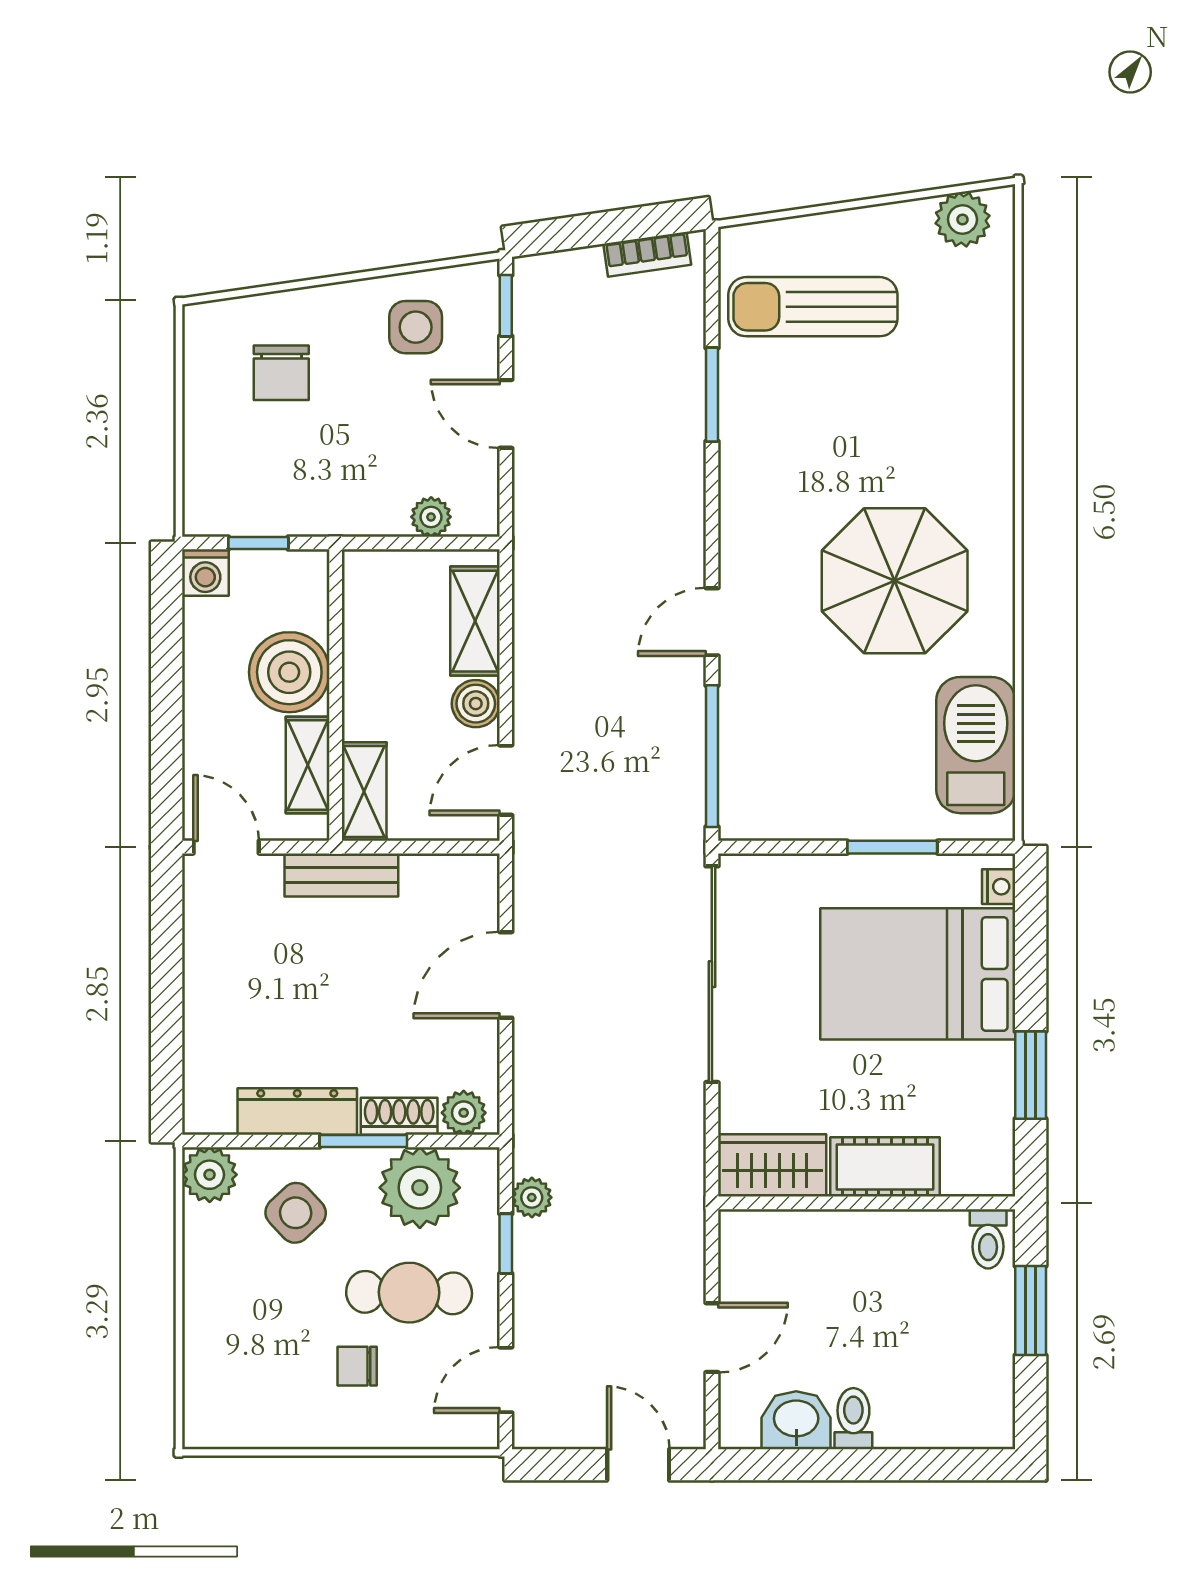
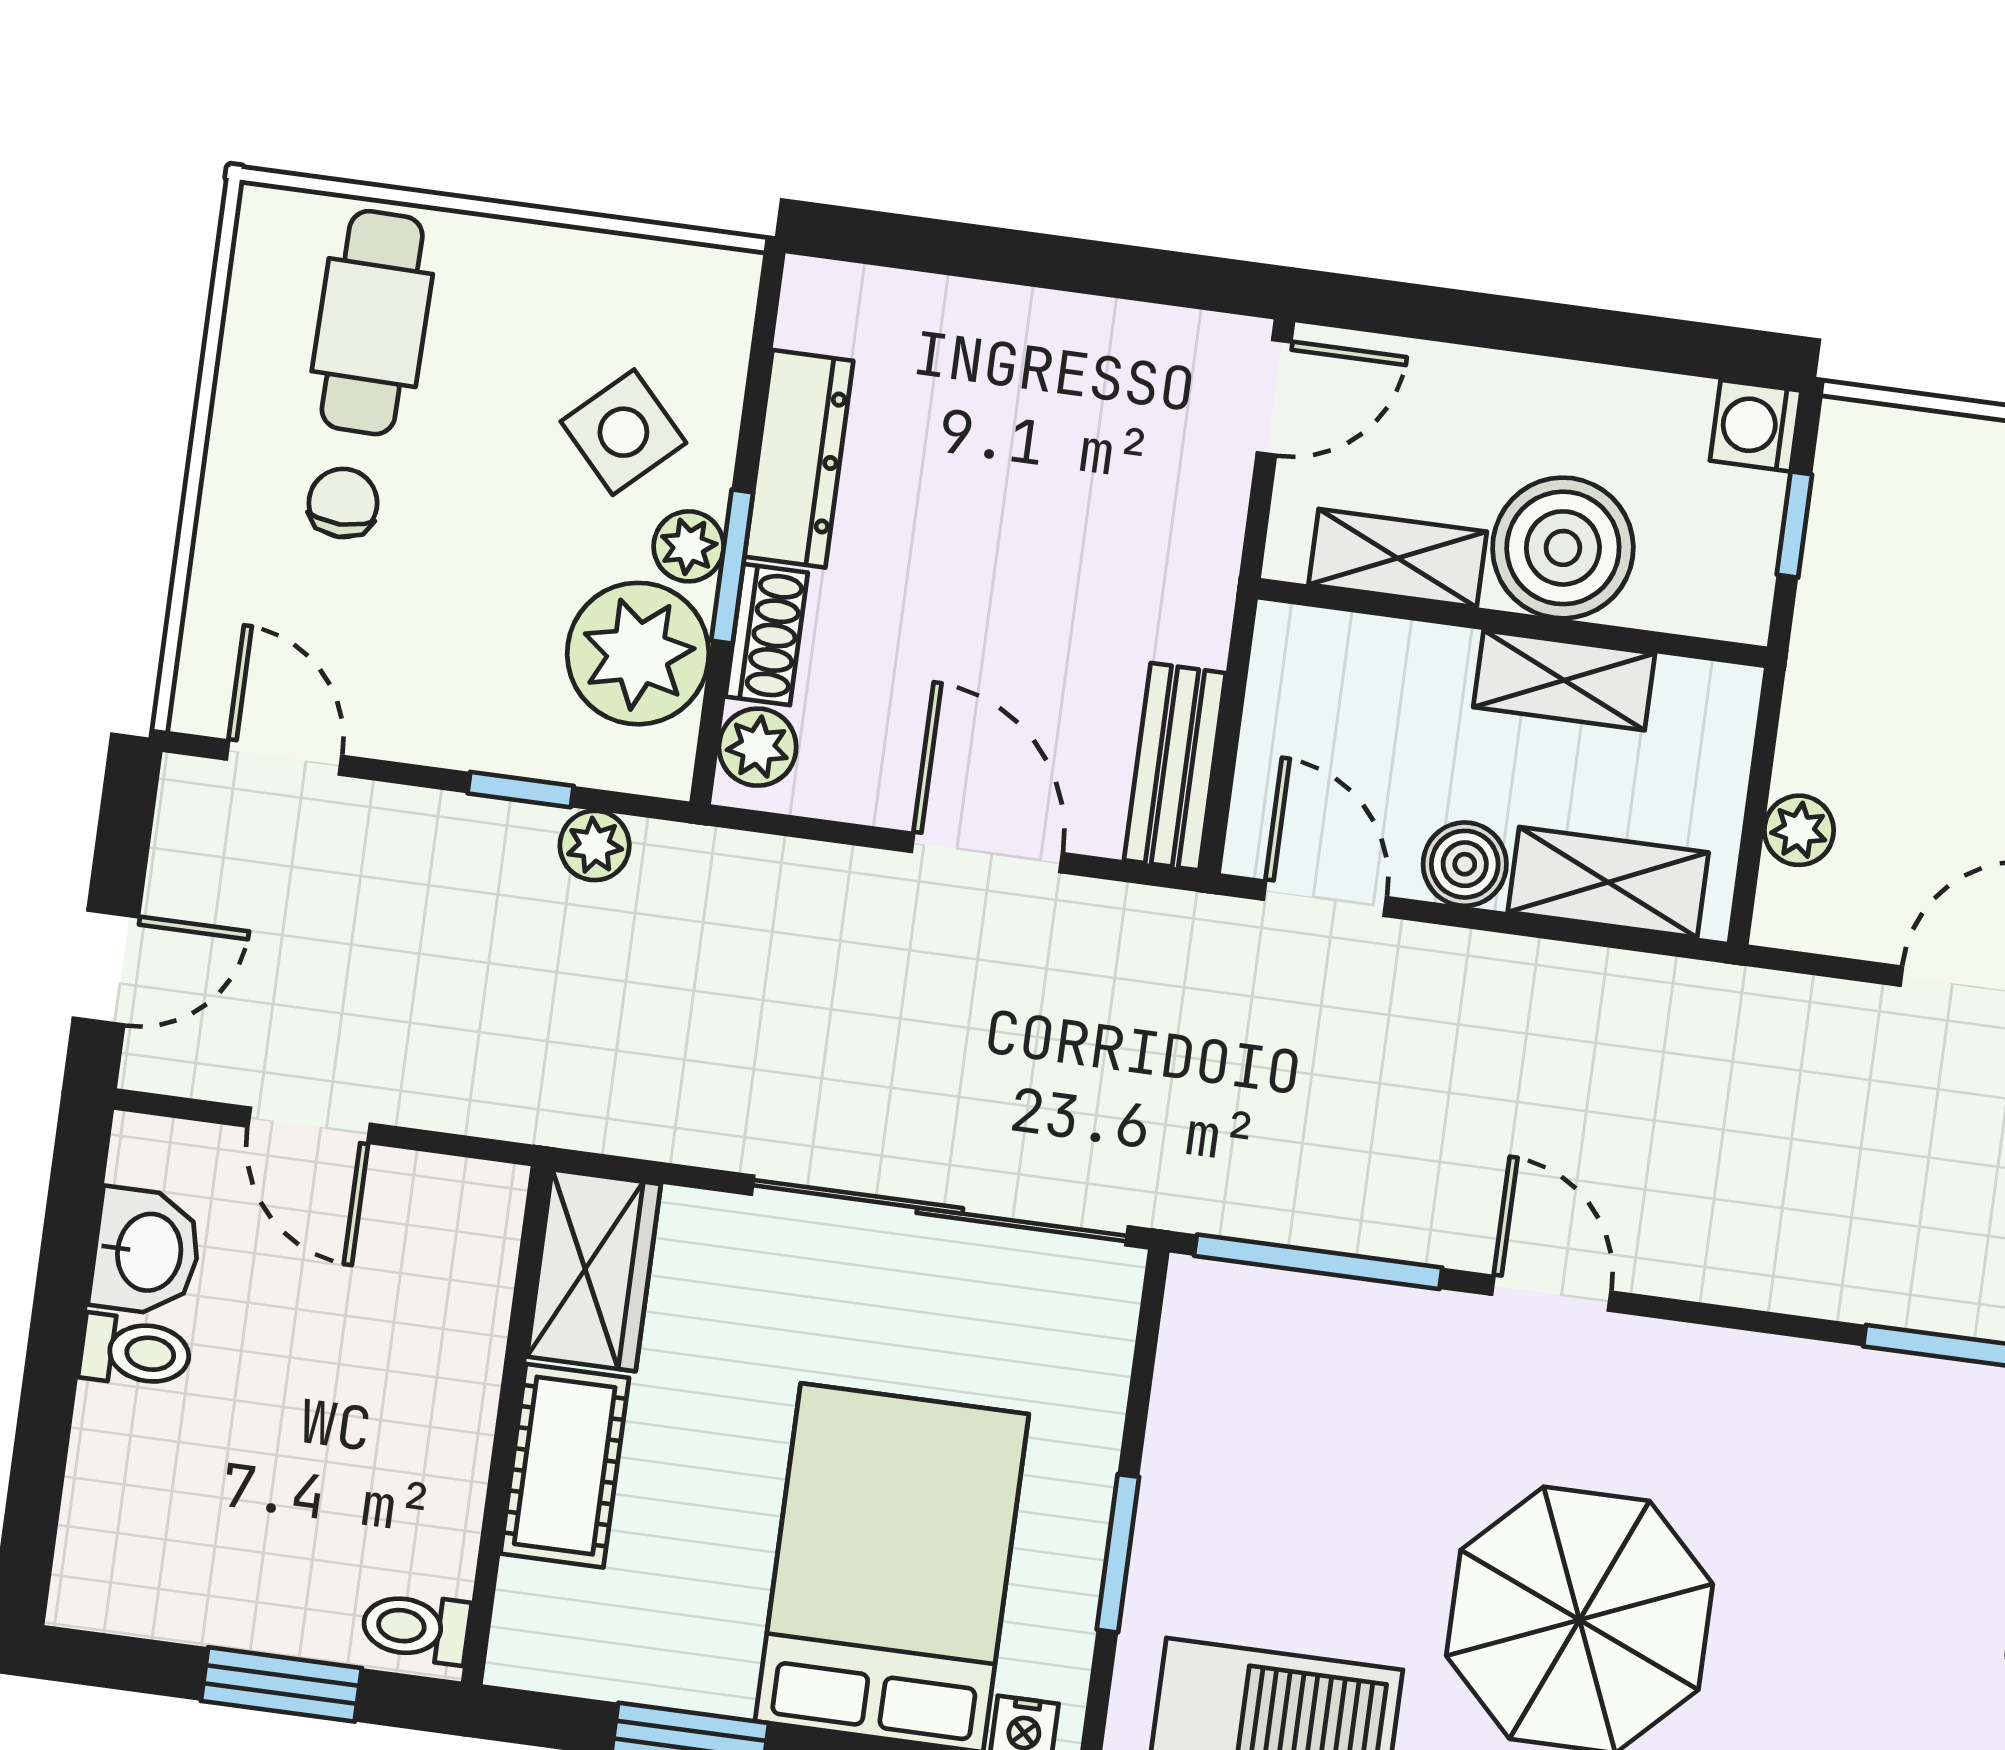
shelving: (364, 792) -> (1564, 680), moved
bench: (341, 875) -> (1175, 767), moved
plant: (210, 1175) -> (689, 546), moved, width x0.73, depth x0.73
cafe table: (409, 1293) -> (372, 323), moved

